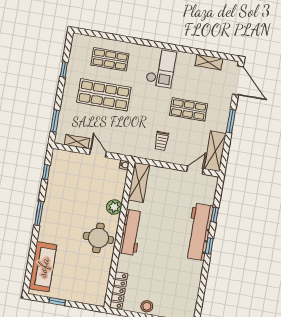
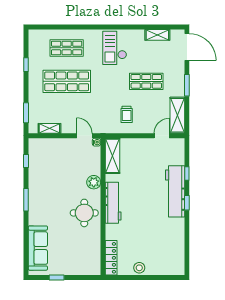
checkout: (161, 68) -> (115, 48), turned 180
door: (98, 153) -> (84, 136), moved

